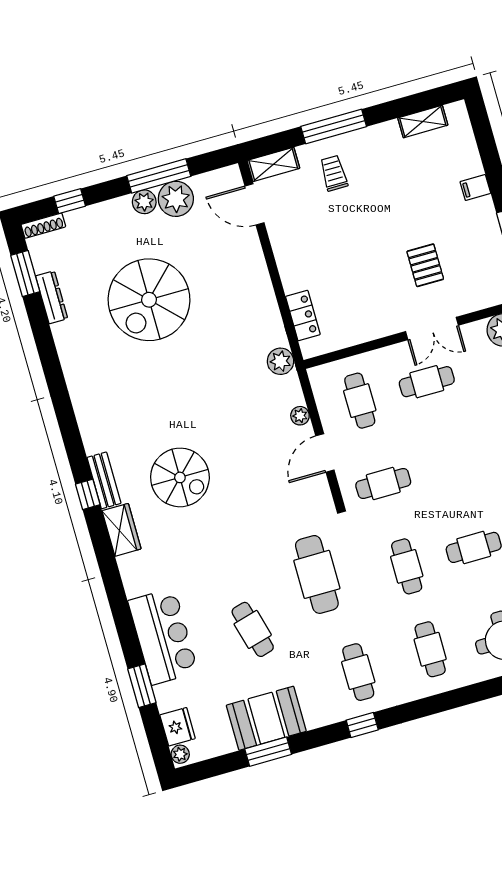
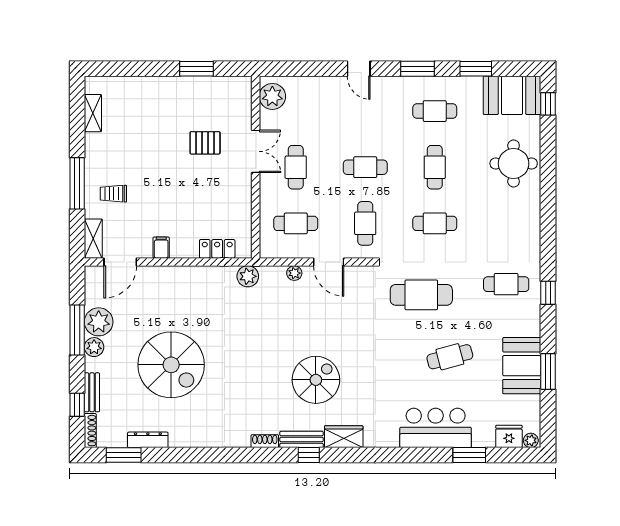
filing cabinet: (475, 187) -> (161, 248), moved, turned 180
bench: (90, 215) -> (92, 392), added
shoe rack: (90, 437) -> (265, 441), added
cafe table: (430, 649) -> (365, 167), moved

